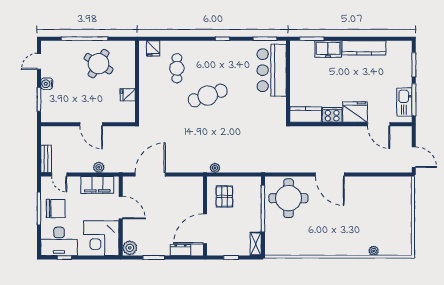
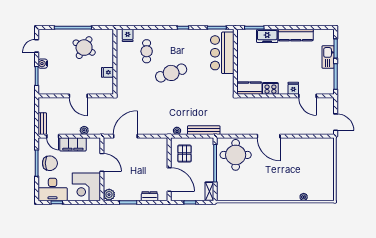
kitchen sink: (404, 102) -> (328, 57), moved
fridge: (355, 112) -> (293, 88), width x0.53, depth x0.75
bench: (249, 167) -> (204, 130), added
filing cabinet: (97, 185) -> (73, 144), moved
door: (205, 229) -> (169, 179), swing flipped

